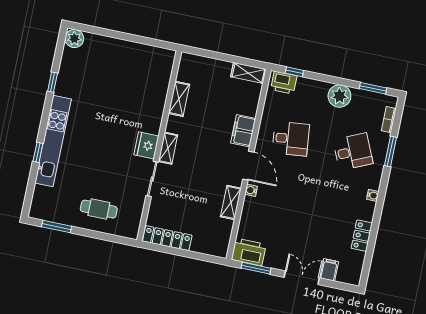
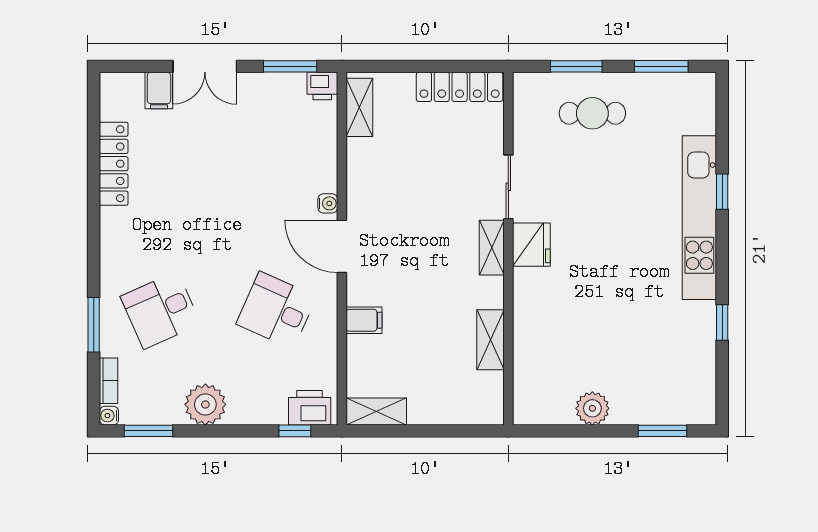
window: (97, 31) -> (663, 431), added
plant: (74, 38) -> (592, 408), moved
filing cabinet: (243, 131) -> (364, 320), width x0.50
desk: (291, 139) -> (276, 310), turned 30
water cooler: (373, 195) -> (109, 416), moved
shelving: (231, 202) -> (359, 107), moved
window: (102, 236) -> (576, 66), added
locker: (362, 236) -> (114, 164), width x1.53
printer: (249, 252) -> (322, 86), width x0.53, depth x0.68

